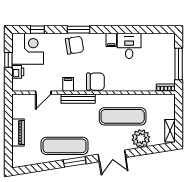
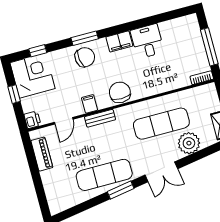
filing cabinet: (111, 40) -> (119, 41), width x2.00
printer: (18, 72) -> (32, 120), moved
chair: (95, 82) -> (120, 92), turned -90
bench: (78, 99) -> (100, 118), width x0.73
piano: (18, 133) -> (42, 154), moved

